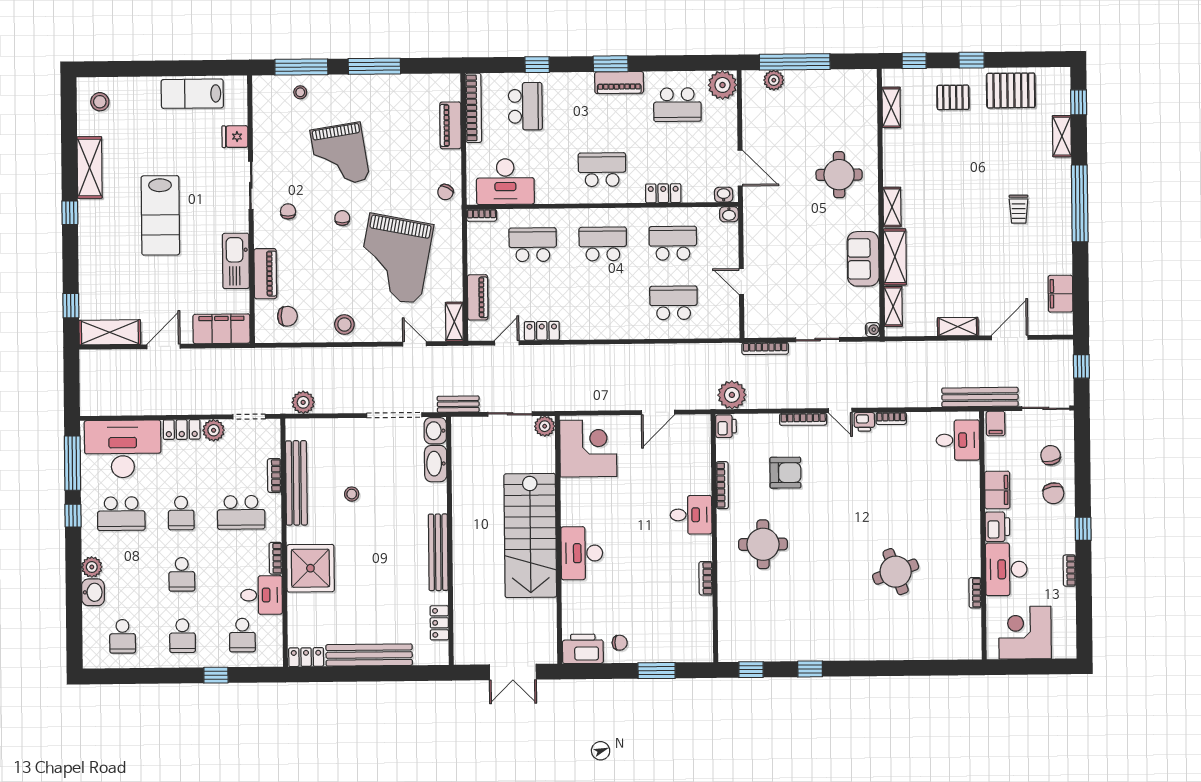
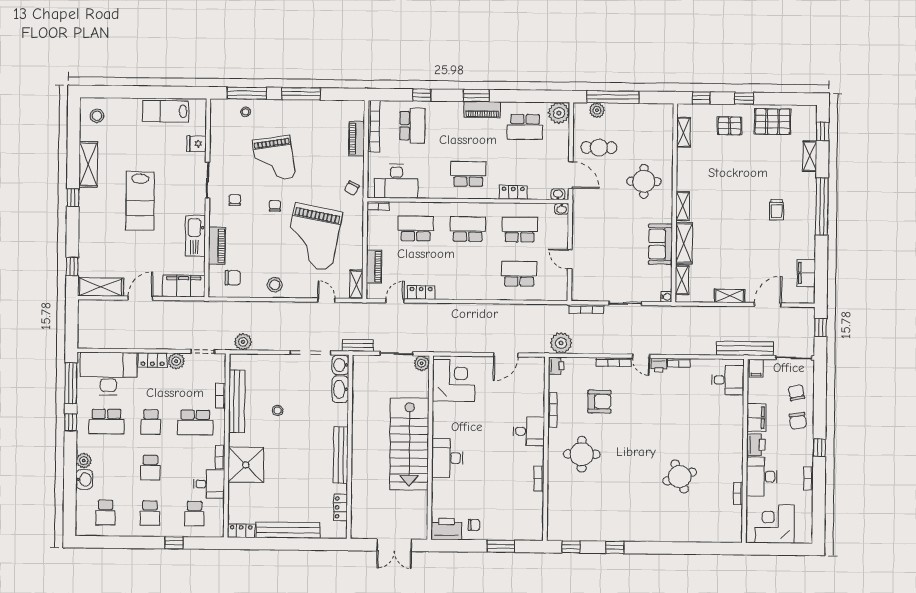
cafe table: (777, 130) -> (599, 148), added

